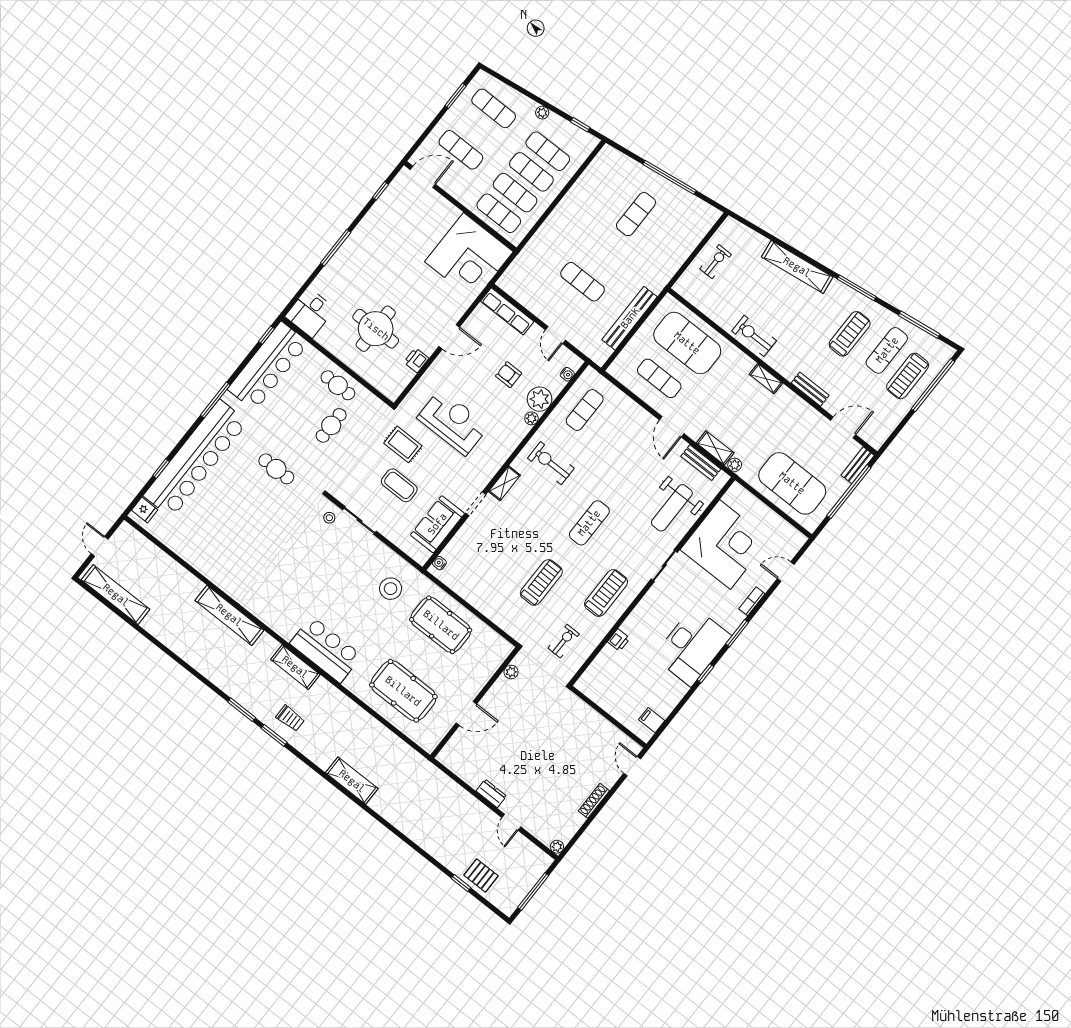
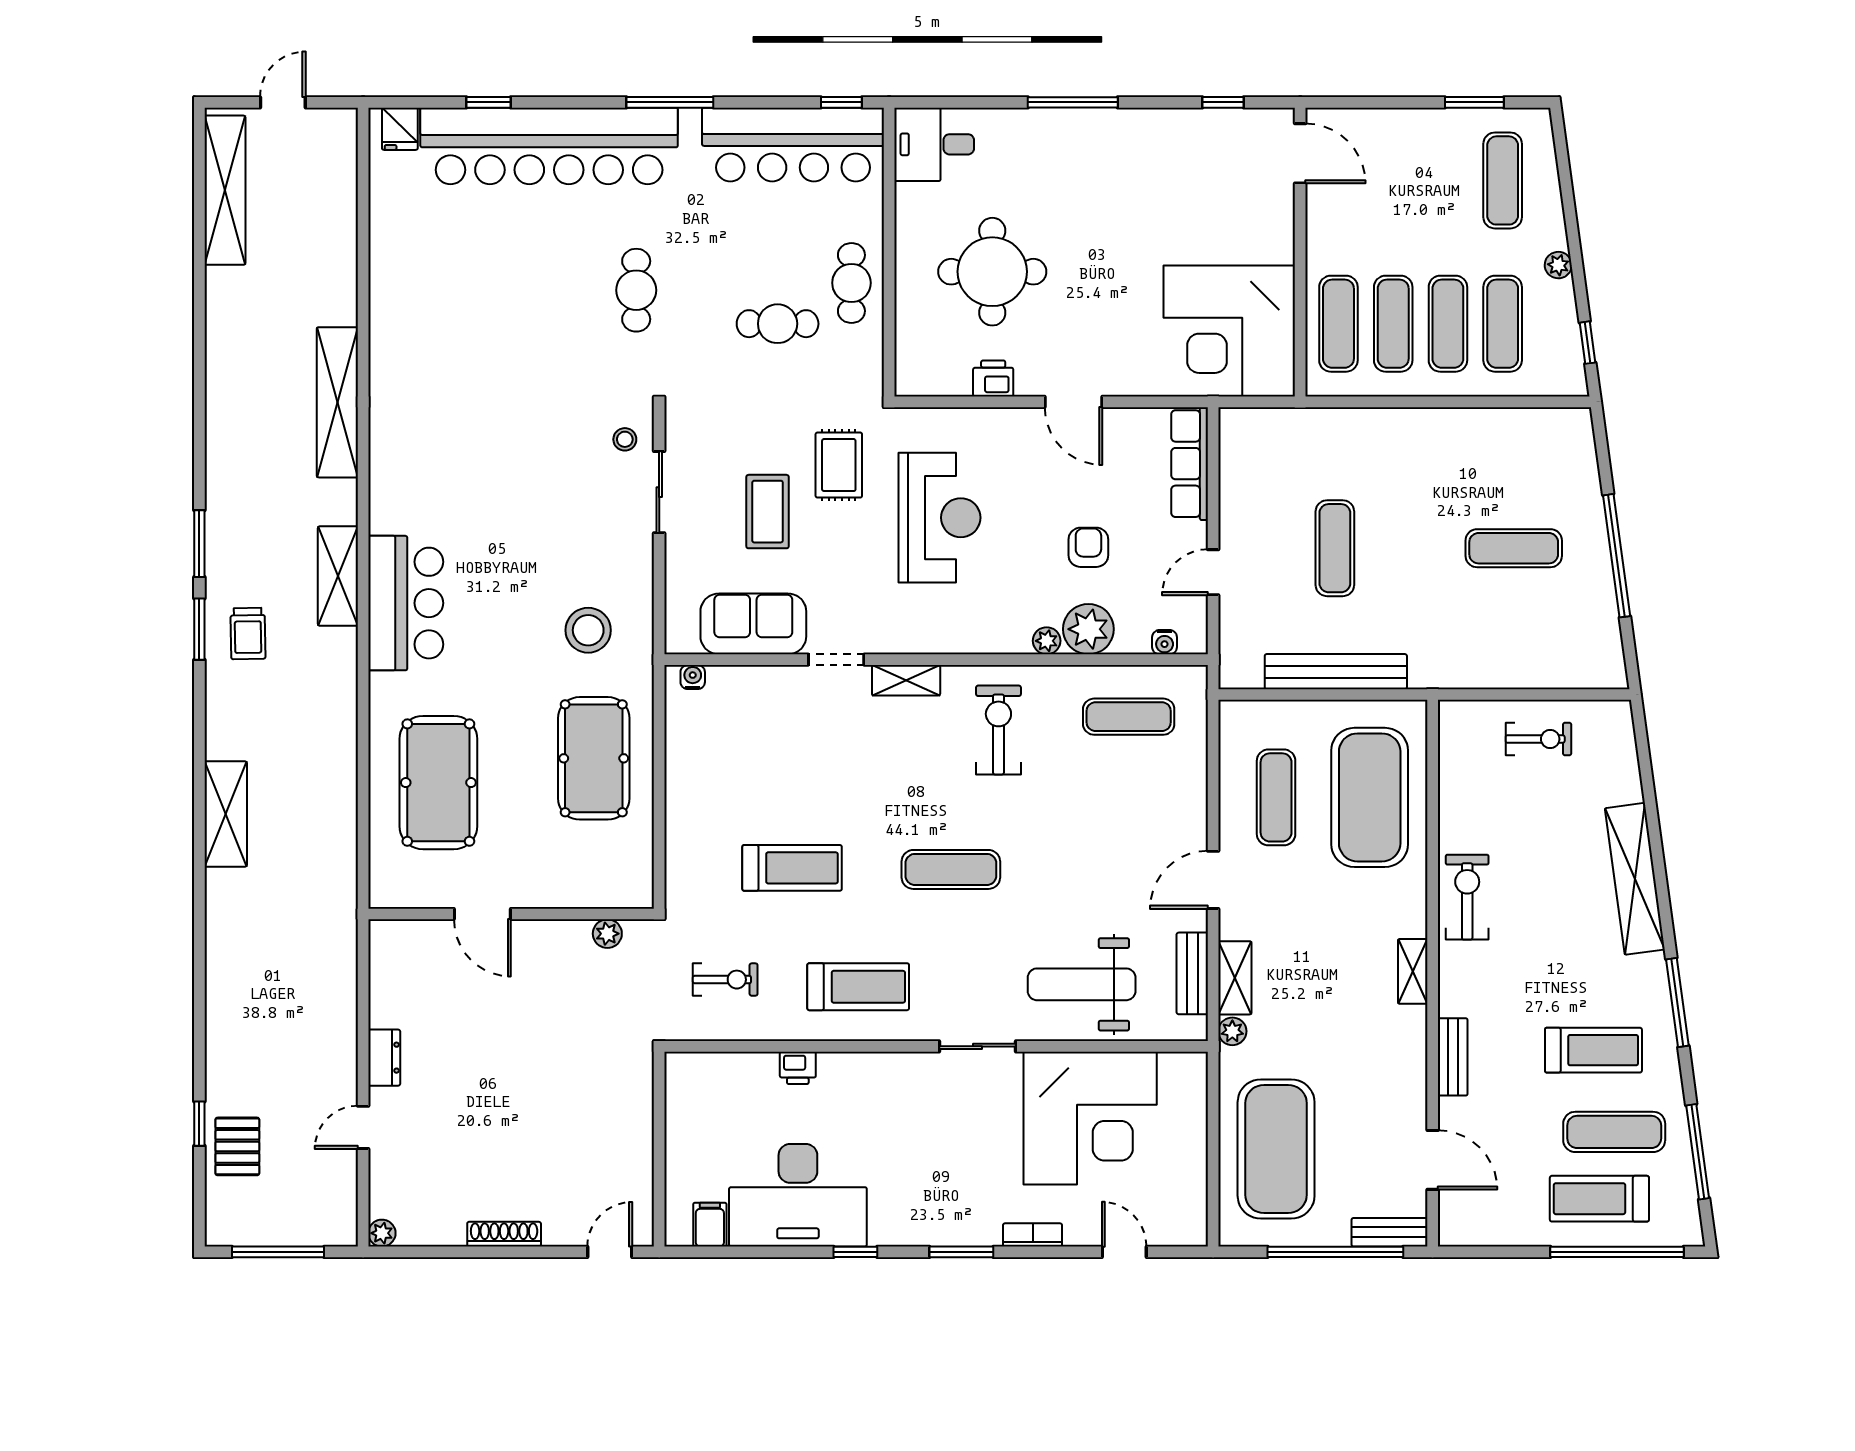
exercise mat: (461, 150) -> (1393, 180), removed
desk: (692, 646) -> (798, 1195), moved

